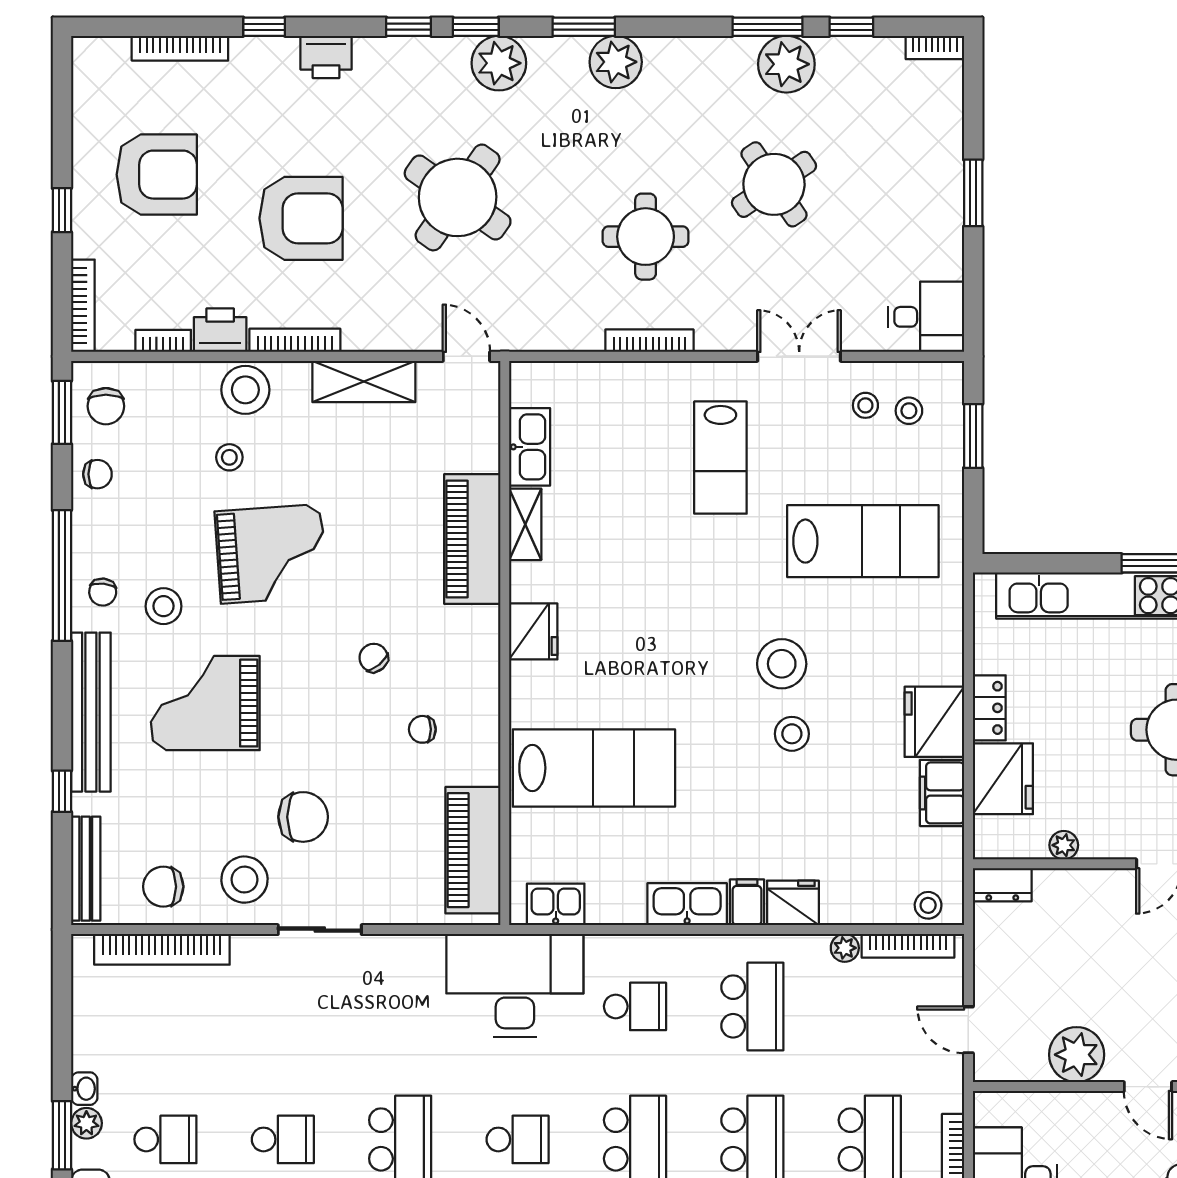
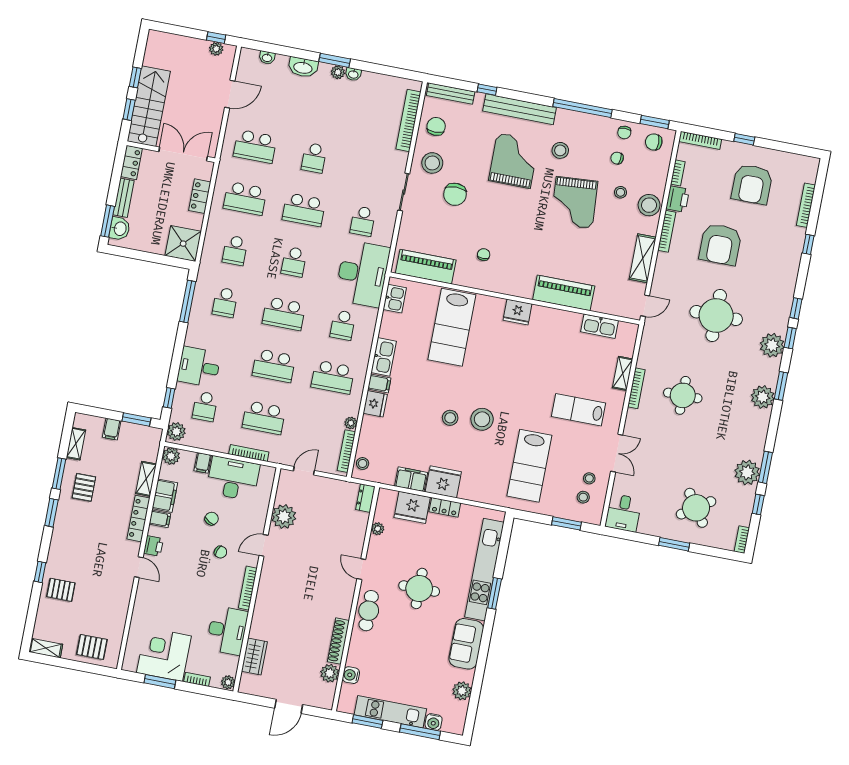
printer: (326, 57) -> (790, 269), removed
round table: (774, 184) -> (696, 508), moved
round table: (458, 197) -> (716, 316), turned -35
shelving: (525, 524) -> (623, 373), moved, turned 90
chair: (103, 592) -> (617, 158), moved
chair: (374, 658) -> (519, 239), removed
school desk: (165, 1139) -> (363, 221), moved

